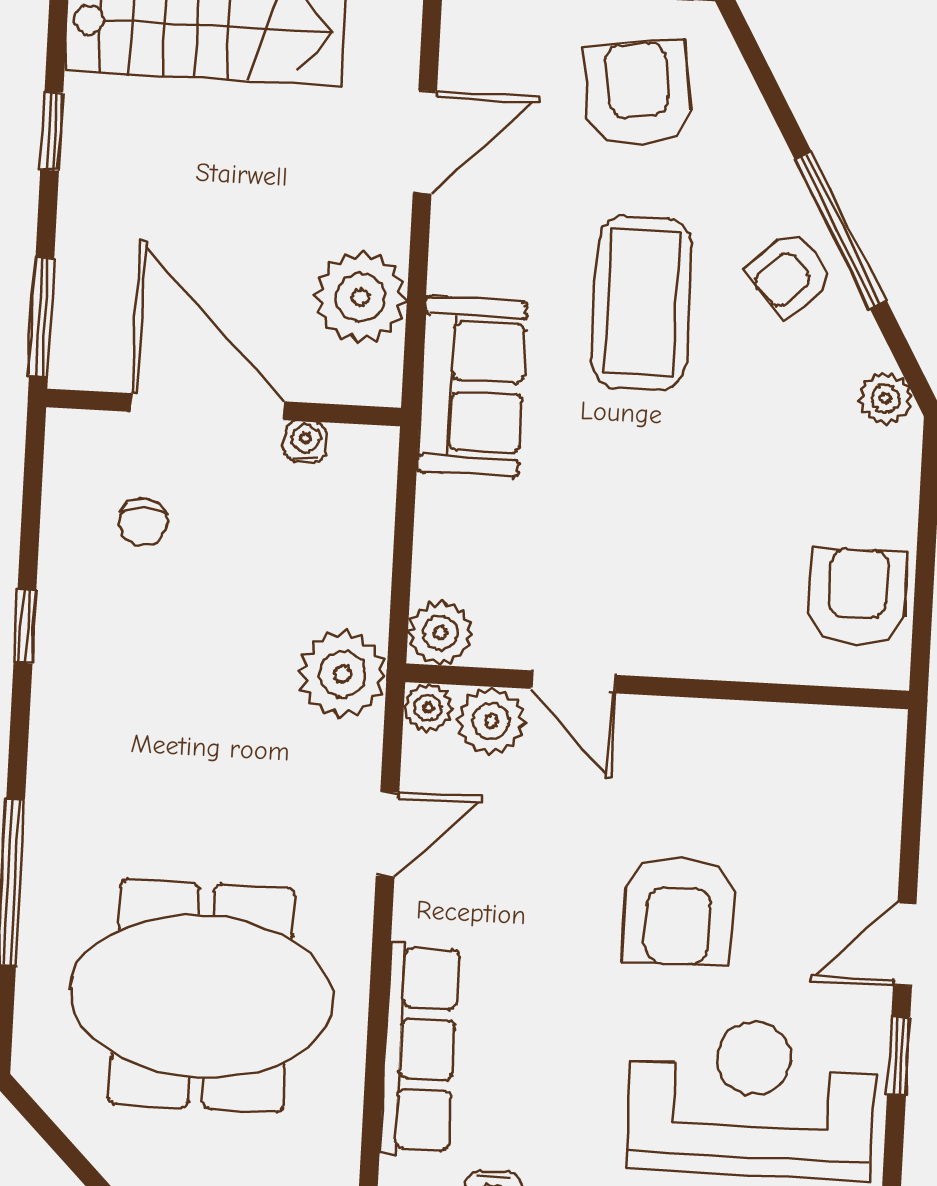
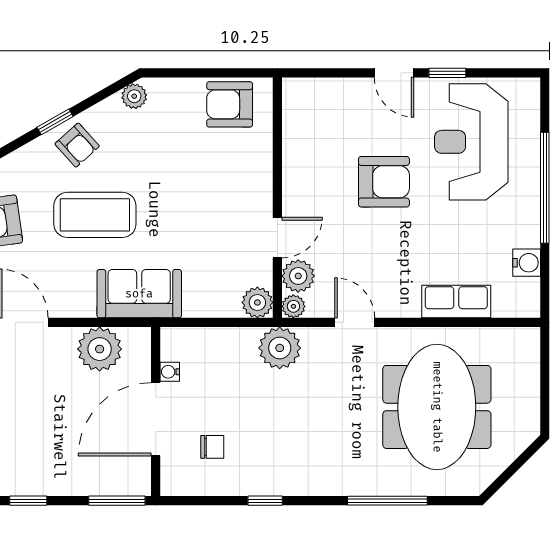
window: (841, 230) -> (55, 122), width x0.46
row of seats: (420, 1049) -> (456, 302), width x0.68

